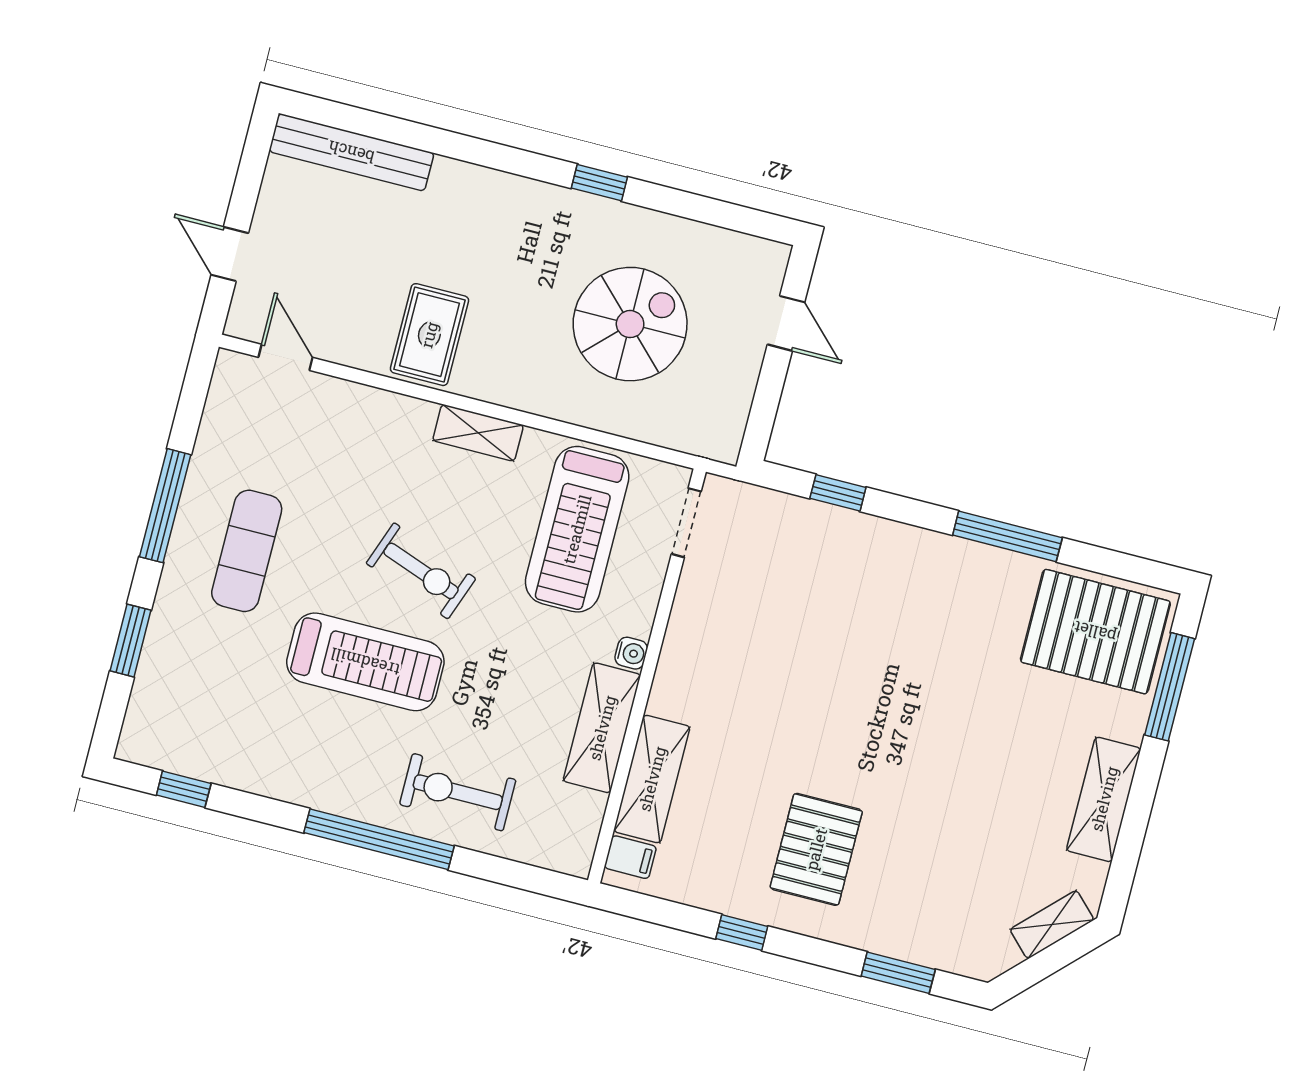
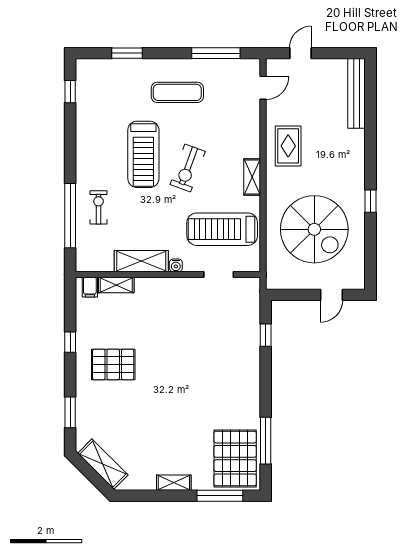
spiral stairs: (630, 324) -> (314, 229), width x1.37, depth x1.37
rug: (429, 335) -> (288, 146), turned 90
window: (165, 506) -> (216, 53), moved
doorway: (686, 523) -> (219, 274), moved
window: (1007, 536) -> (266, 441), moved
shelving: (652, 779) -> (116, 285), width x0.67, depth x0.75
exercise bike: (458, 792) -> (99, 207), width x0.73, depth x0.72
shelving: (1104, 799) -> (174, 483), width x0.67, depth x0.75
window: (379, 839) -> (70, 216), moved
shelving: (1052, 925) -> (103, 464), width x1.50, depth x1.33

